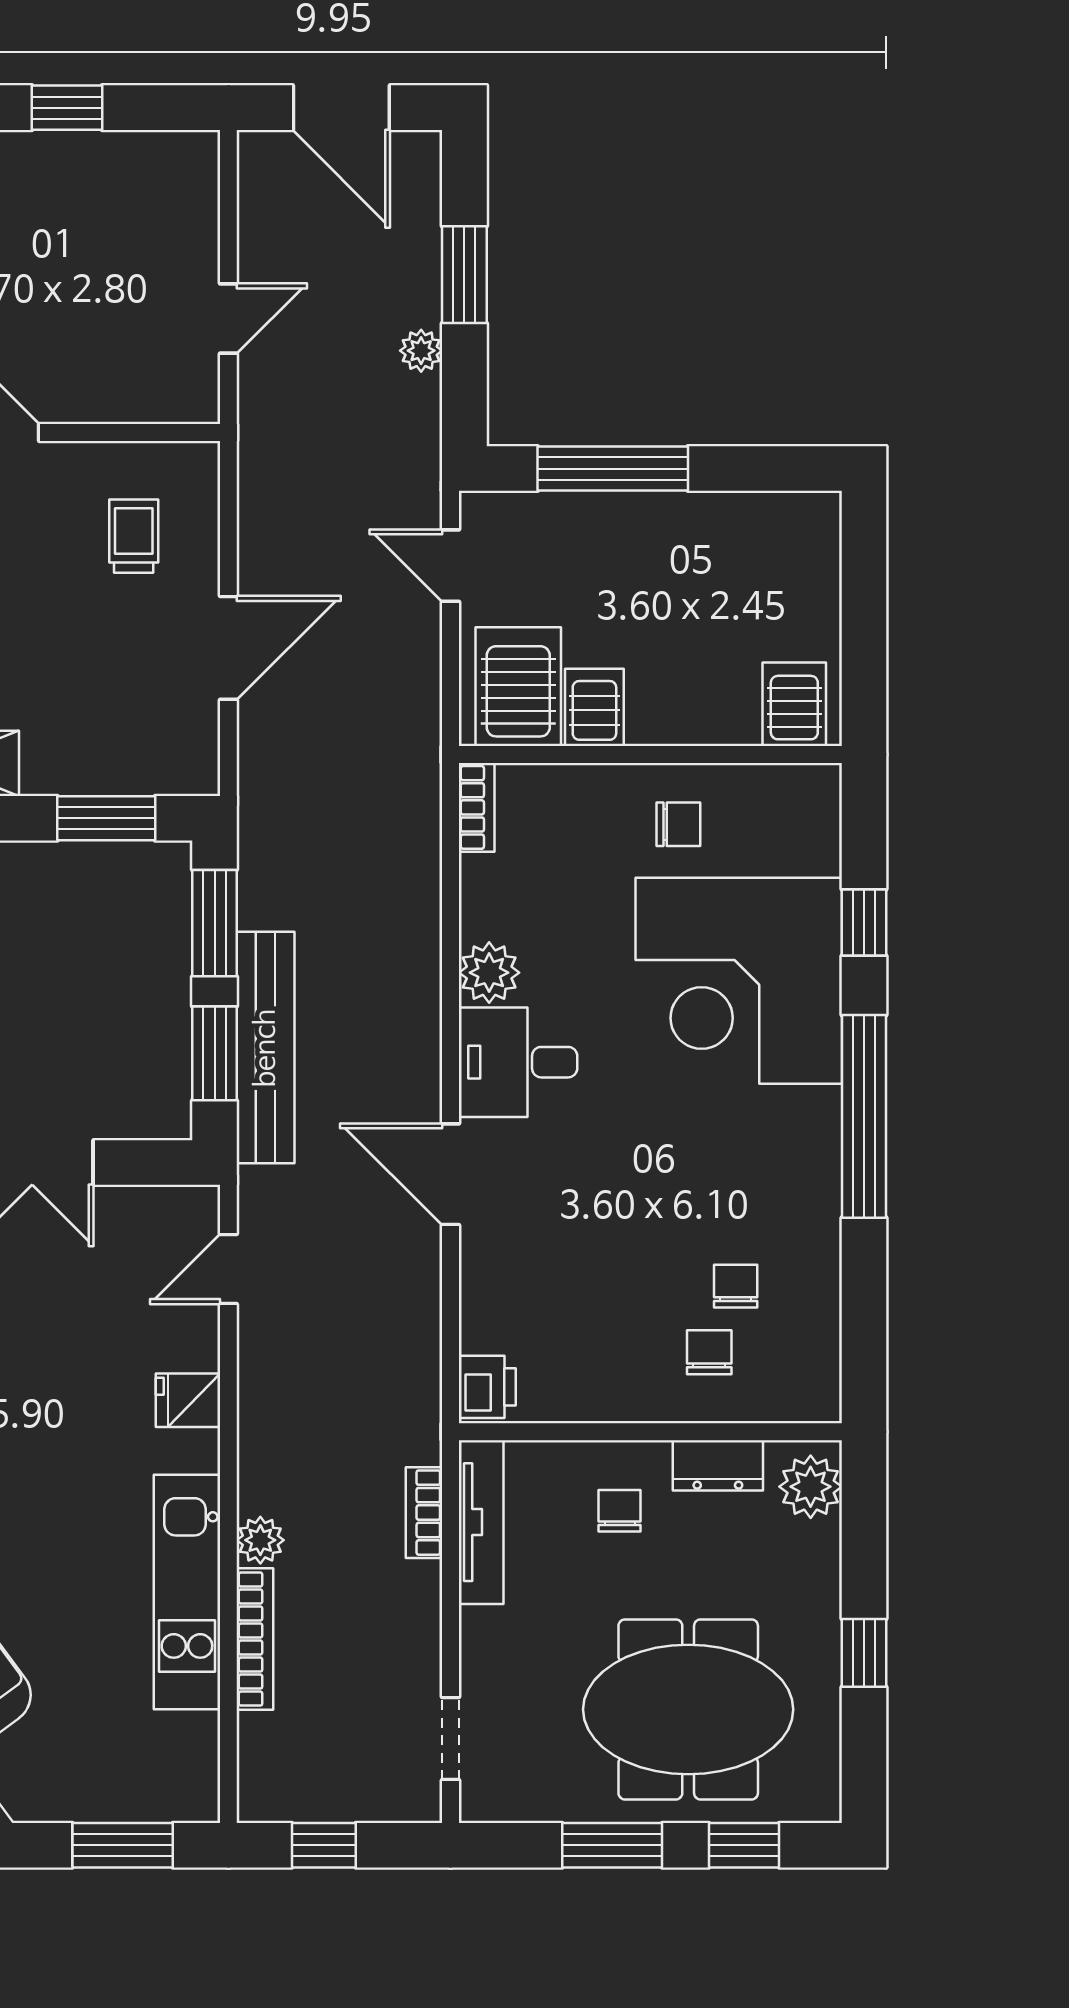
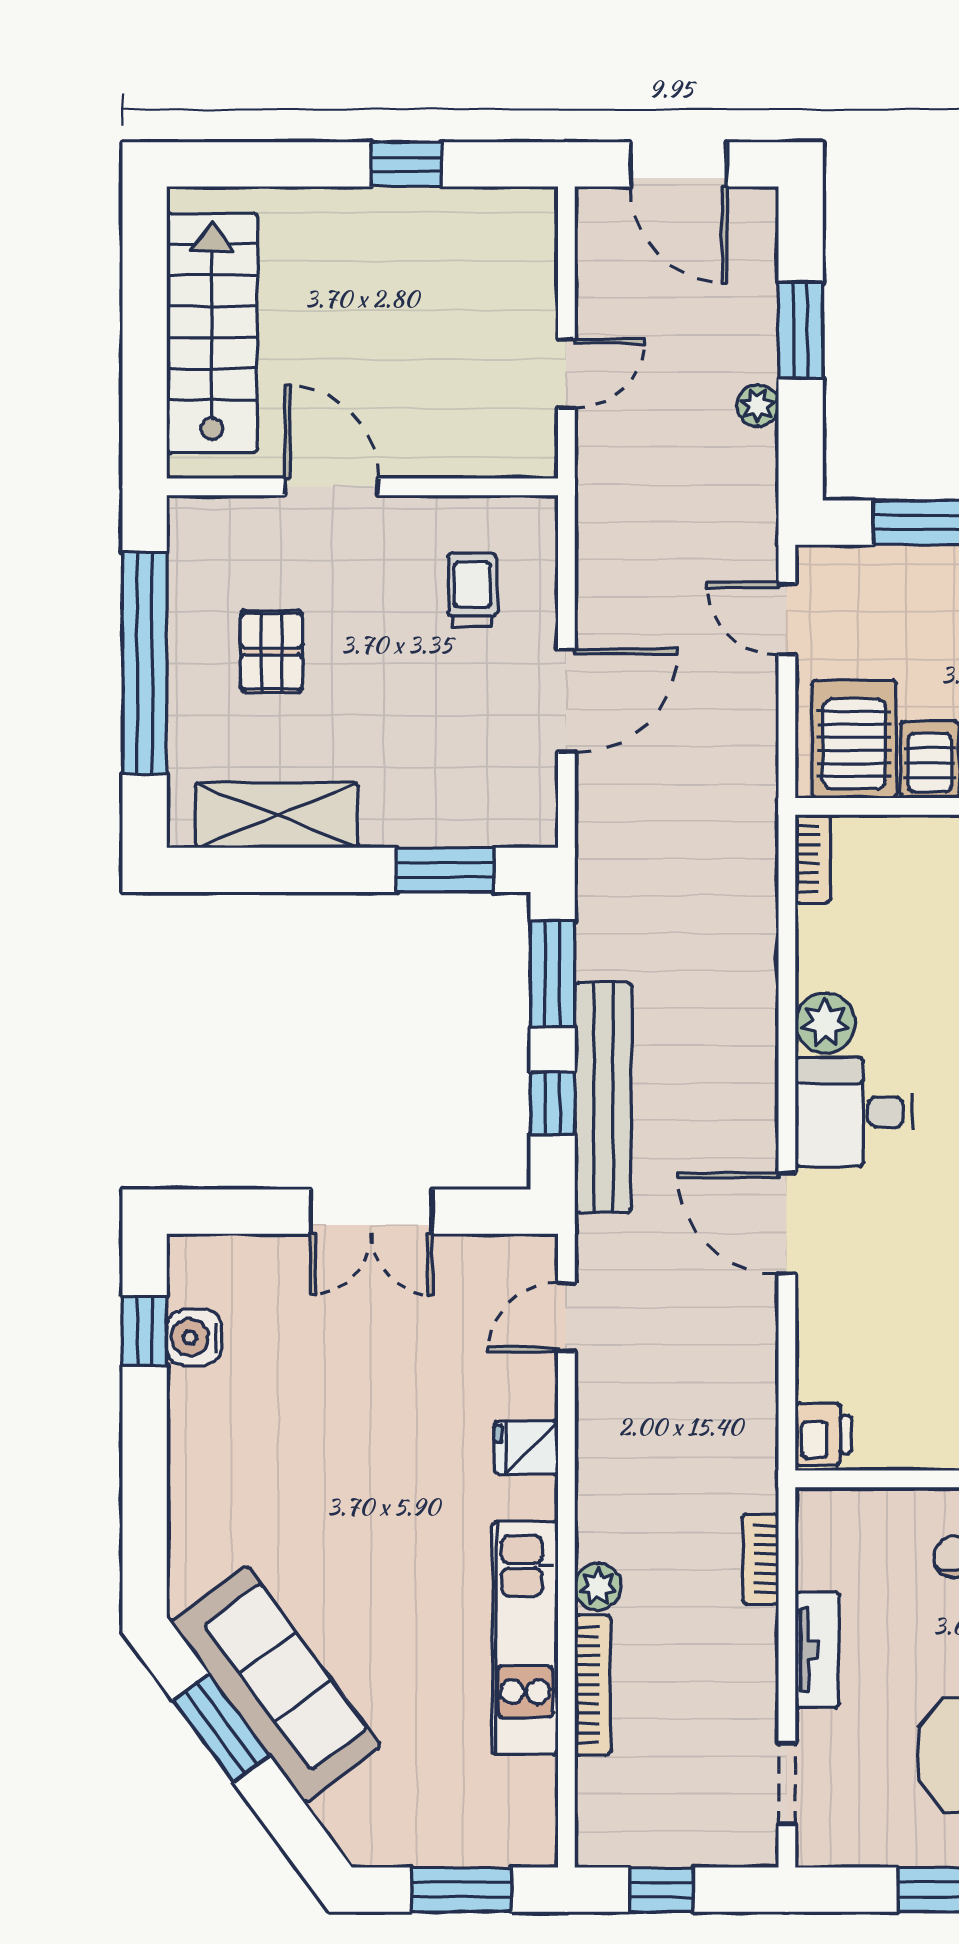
window: (215, 1053) -> (553, 1103), width x0.67
tv unit: (481, 1522) -> (817, 1650), moved, width x0.71

